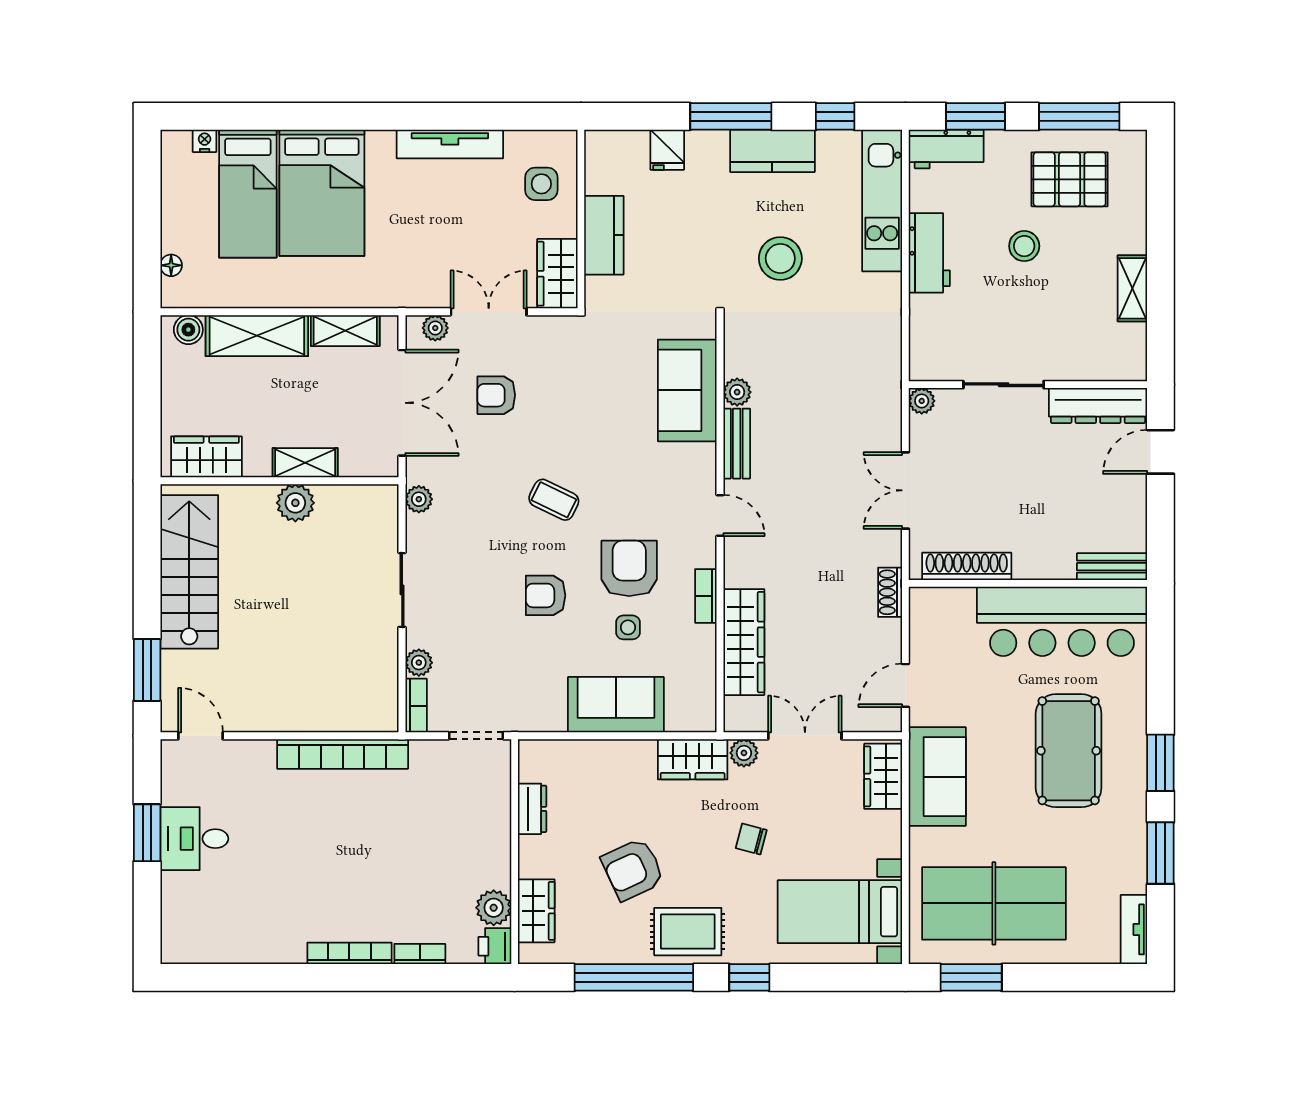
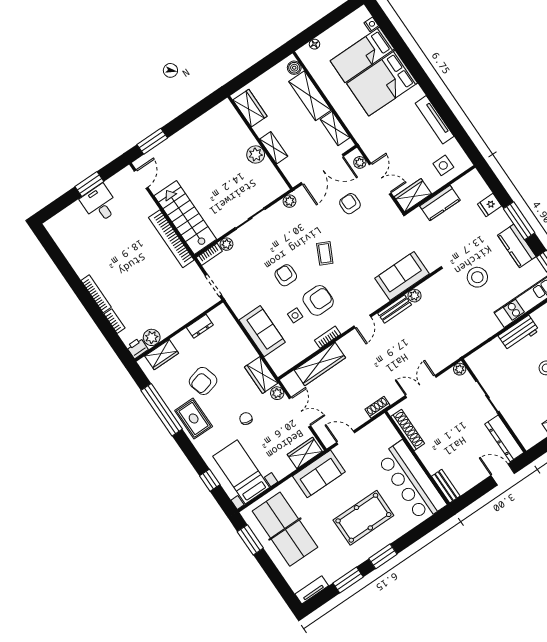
stairs: (189, 572) -> (185, 217), moved, turned -90
armchair: (633, 869) -> (203, 381), turned -80
window: (749, 977) -> (210, 480), moved

